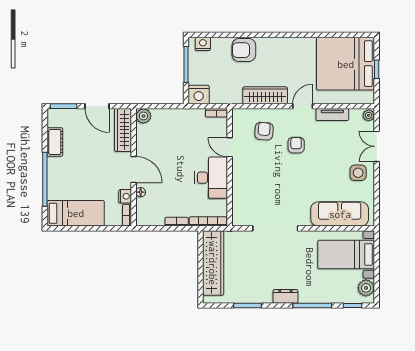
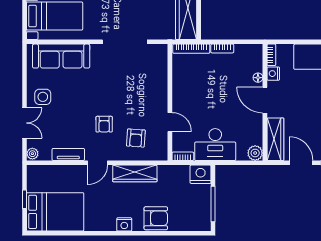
nightstand: (203, 44) -> (124, 224), moved
bed: (346, 64) -> (55, 212), width x0.73
desk: (211, 178) -> (215, 145), moved, turned -90

